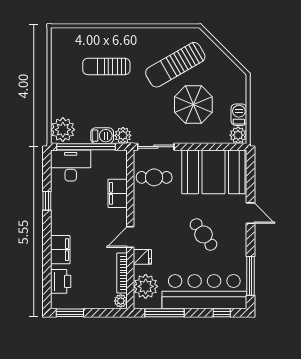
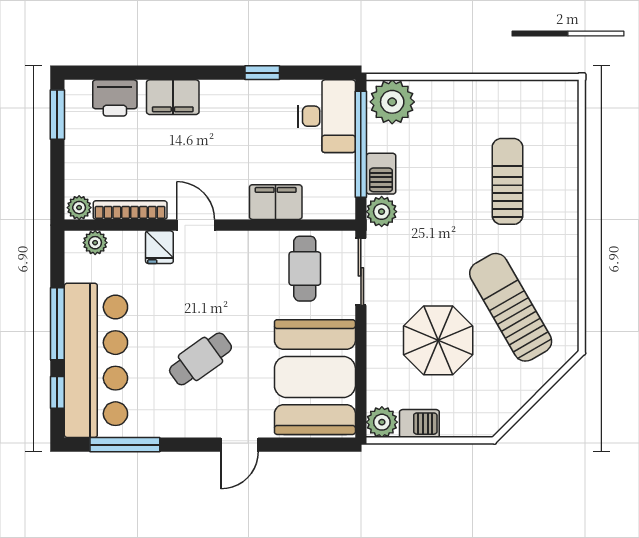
plant: (146, 286) -> (95, 243), width x0.53, depth x0.53
window: (165, 313) -> (57, 324), moved

